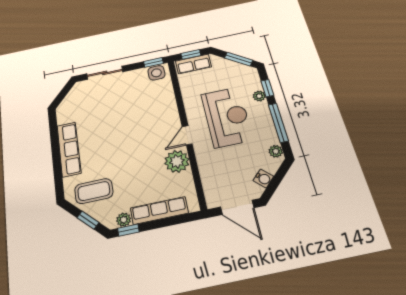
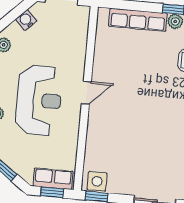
reception desk: (227, 117) -> (39, 100), turned 180
plant: (177, 161) -> (106, 67), removed

